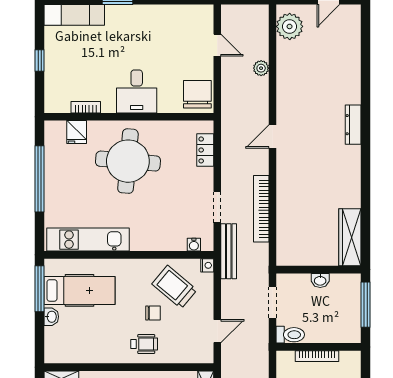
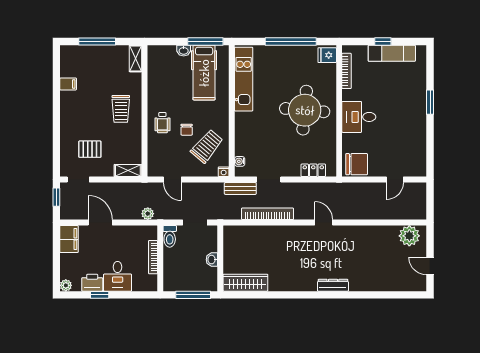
exam couch: (74, 15) -> (392, 53), moved, turned -90
plant: (261, 68) -> (148, 214), moved
bookcase: (86, 107) -> (347, 71), width x1.56
fridge: (77, 132) -> (327, 55), moved
bench: (229, 251) -> (240, 188), width x0.73

